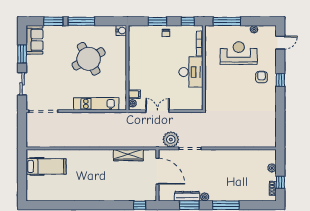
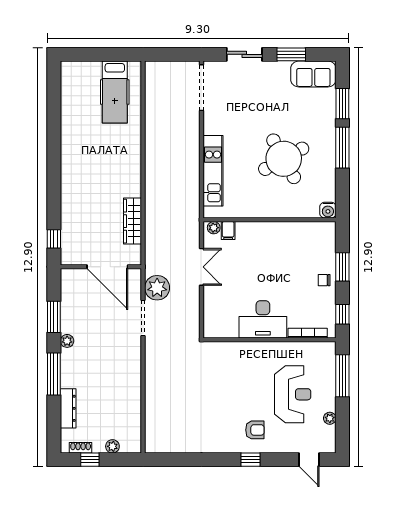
door: (157, 171) -> (107, 267), hinge flipped
dresser: (187, 196) -> (68, 408), moved

